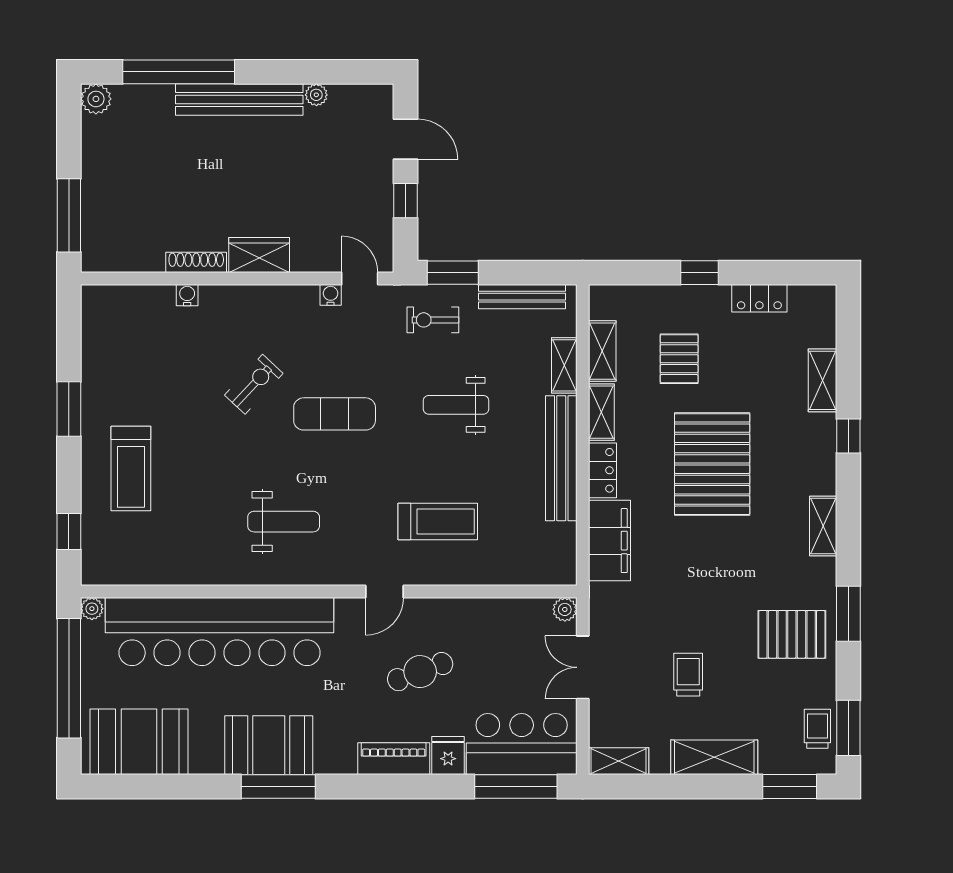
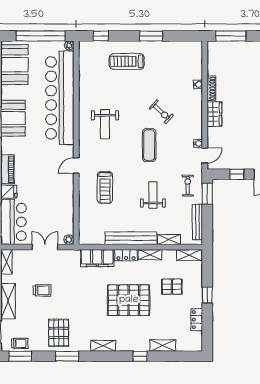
shelving: (602, 351) -> (189, 255), moved
door: (384, 592) -> (76, 166), hinge flipped
cafe table: (420, 672) -> (43, 180), removed

